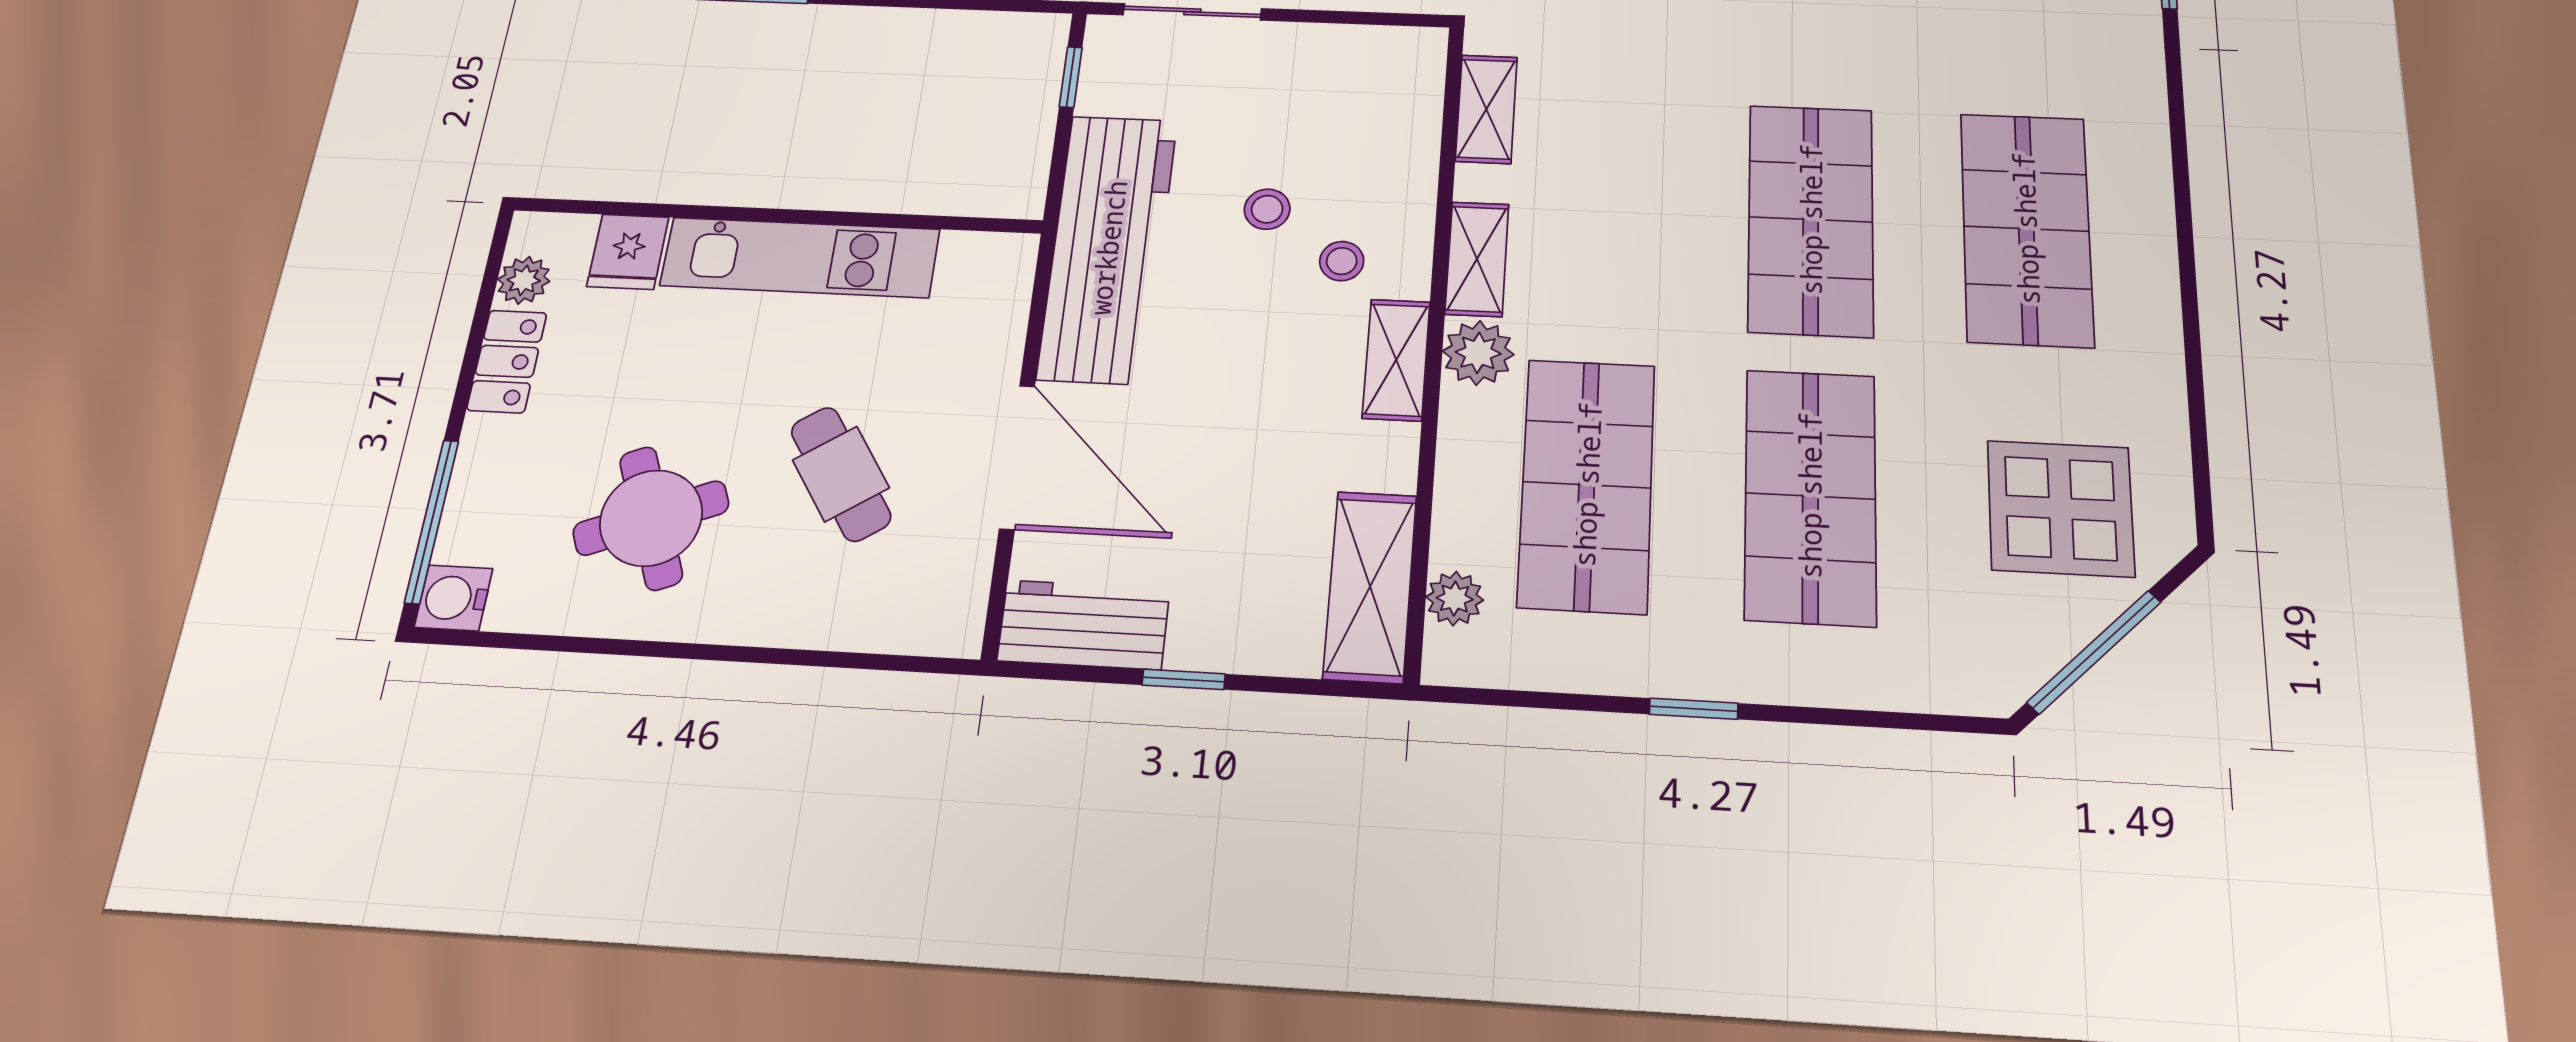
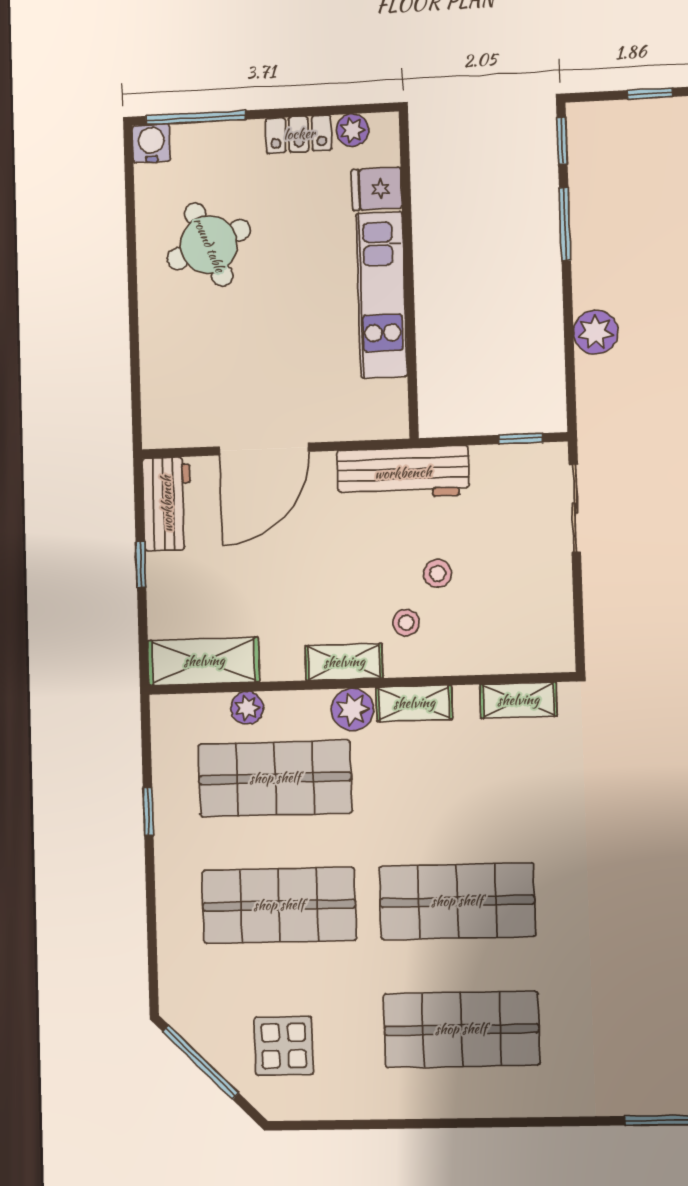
workbench: (1108, 248) -> (403, 473), width x0.73, depth x0.76
cafe table: (841, 474) -> (245, 349), removed
display table: (2061, 508) -> (284, 1046), width x0.73, depth x0.73
plant: (1455, 599) -> (247, 708), moved
window: (1694, 709) -> (148, 812), moved

